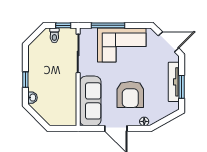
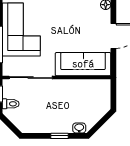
armchair: (130, 94) -> (76, 20), removed

